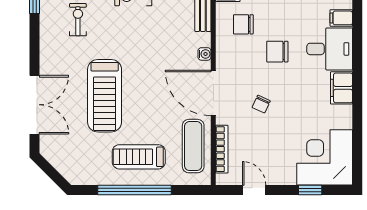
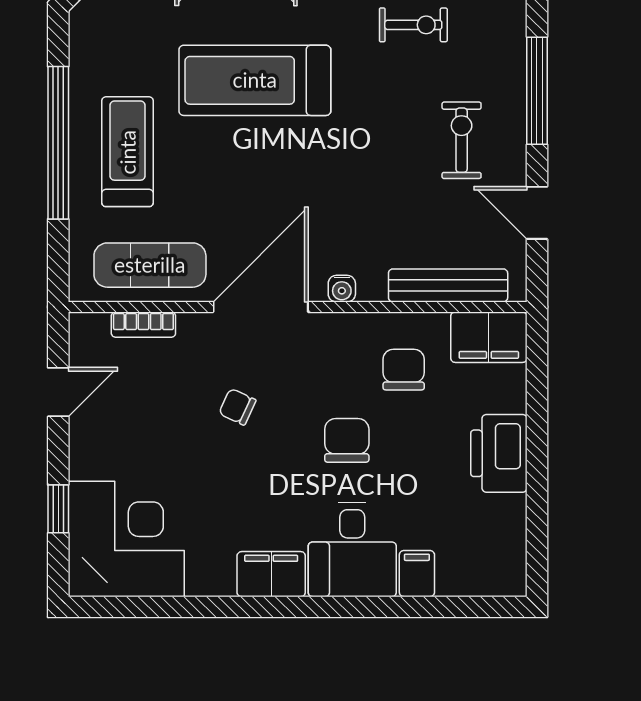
bookcase: (222, 149) -> (143, 325), width x0.64

